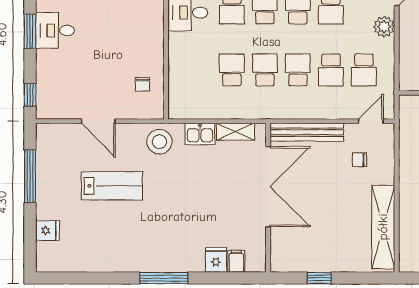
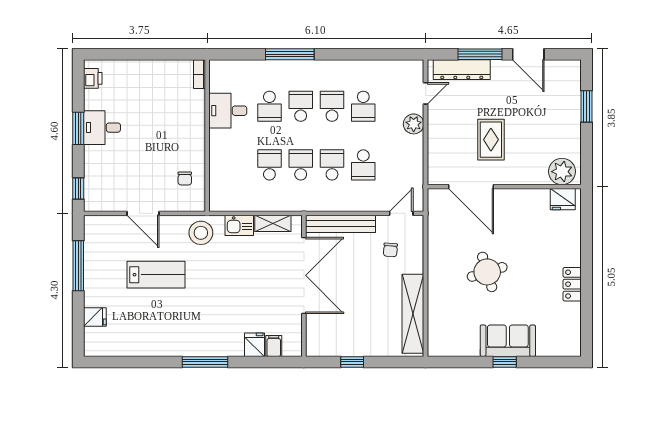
school desk: (364, 70) -> (395, 165), removed
chair: (360, 160) -> (390, 250), turned -86

